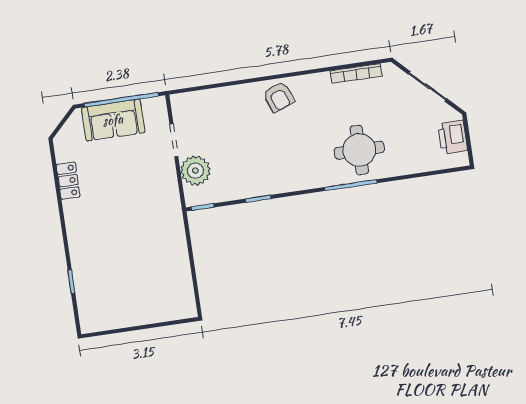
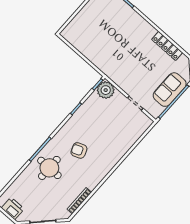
armchair: (279, 97) -> (79, 150), moved
plant: (195, 171) -> (106, 90), moved
locker: (68, 181) -> (167, 46), width x1.53

